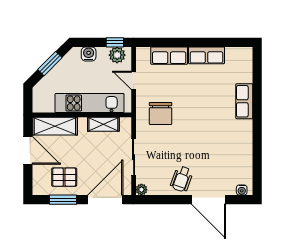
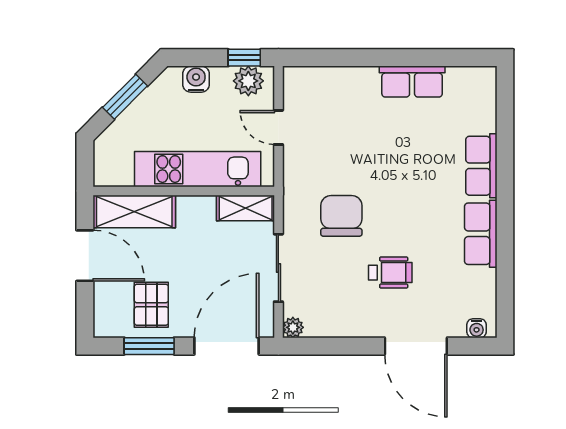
row of seats: (169, 56) -> (481, 234), moved, turned 90
chair: (161, 113) -> (341, 216), moved, turned 180
shelving: (103, 124) -> (246, 208), moved
pallet: (64, 177) -> (151, 305), turned 90
wheelchair: (182, 179) -> (390, 273), moved, turned -110

